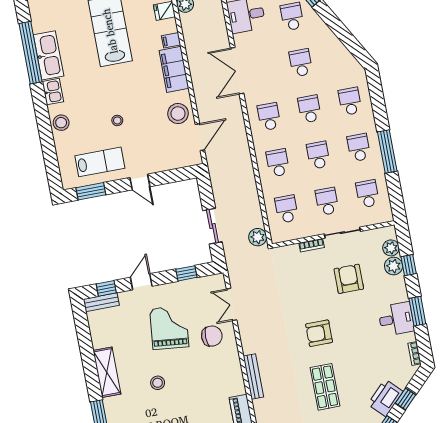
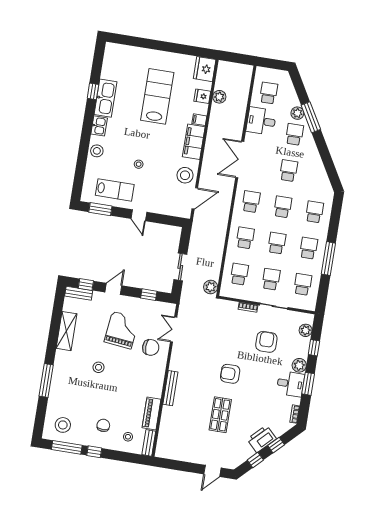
window: (31, 53) -> (93, 91), width x0.32
plant: (394, 266) -> (299, 365), moved
shelving: (107, 372) -> (67, 331), moved

